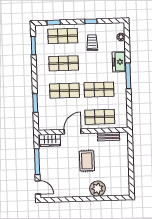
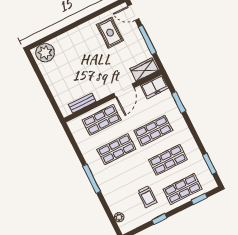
freezer: (119, 62) -> (154, 87), moved, turned 90
rug: (87, 161) -> (110, 33), moved
plant: (98, 189) -> (45, 53), moved

